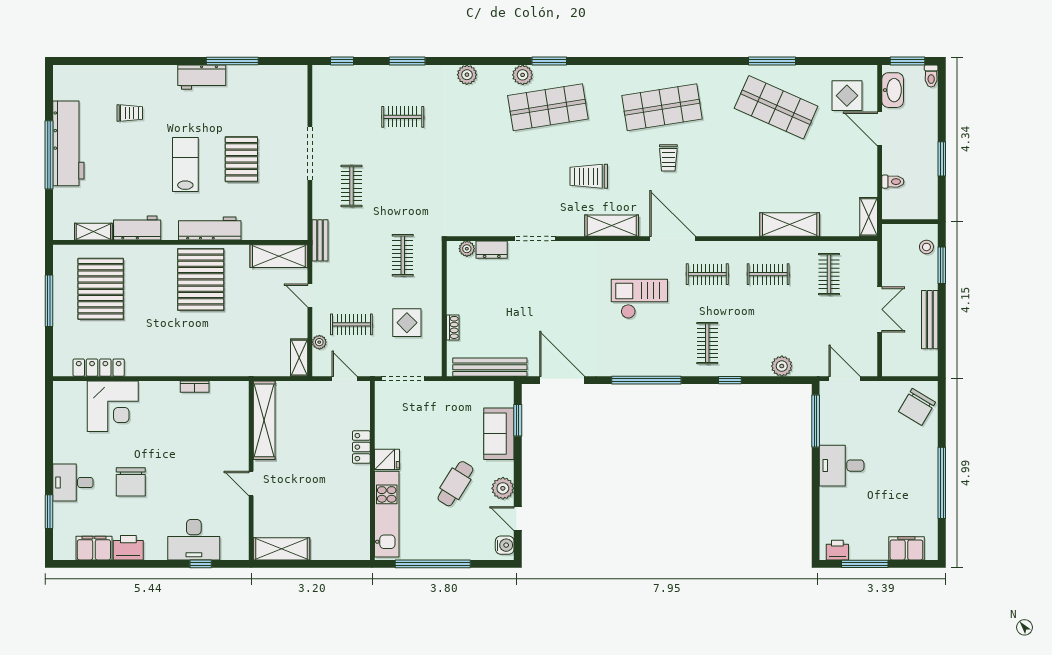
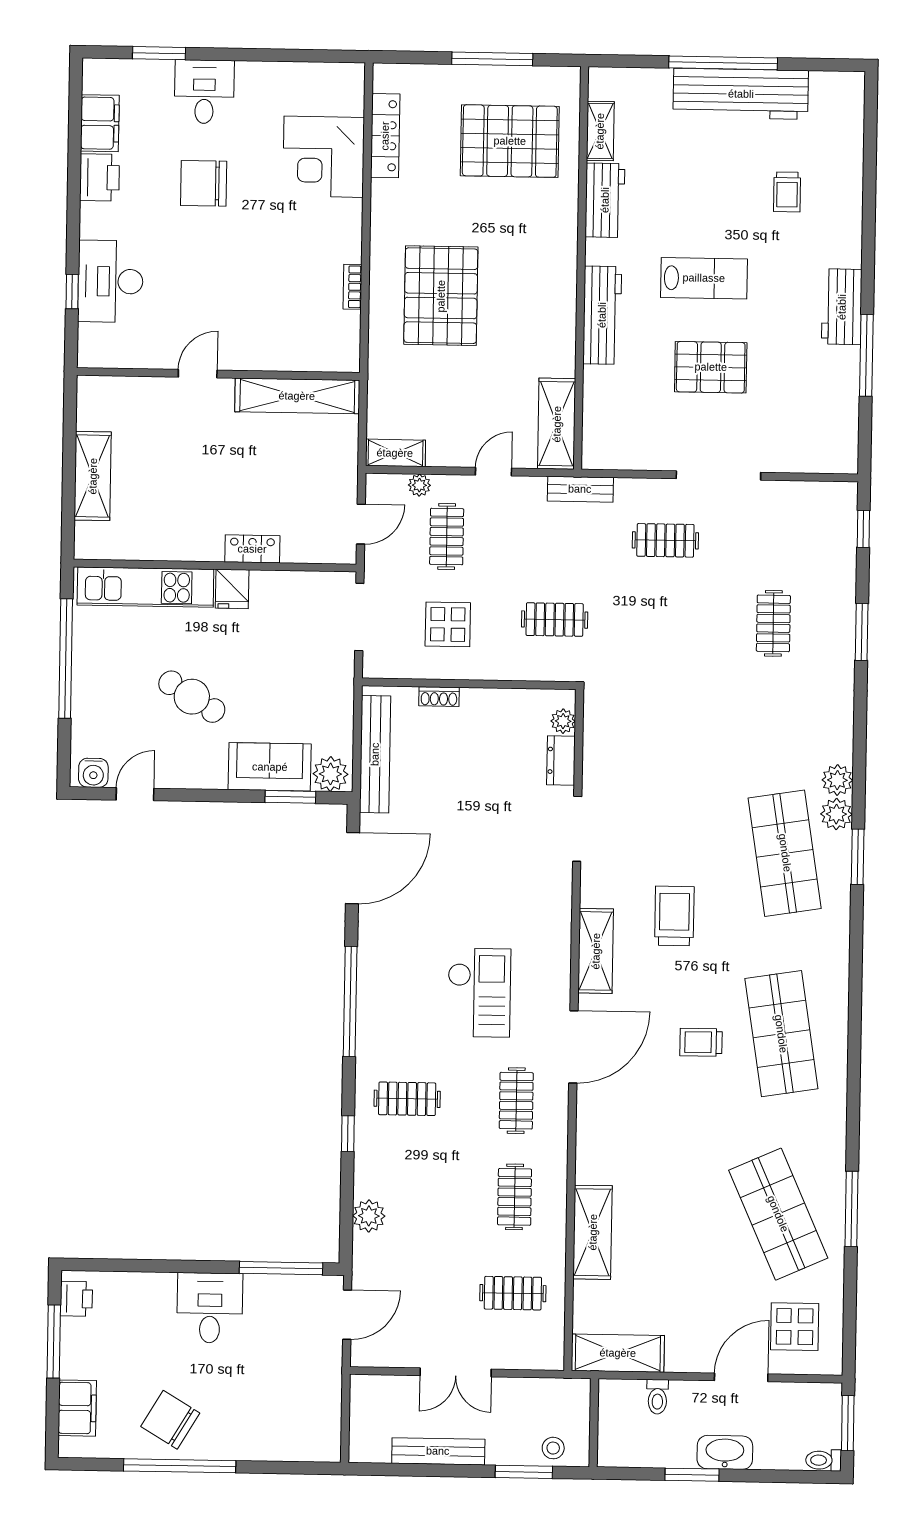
plant: (467, 75) -> (837, 780), moved
washbasin: (893, 90) -> (725, 1452), moved, turned 180
shop shelf: (776, 107) -> (778, 1214), turned -48
shelving: (869, 217) -> (618, 1353), width x1.50, depth x1.33
pallet: (201, 279) -> (441, 296), moved, turned 90
chair: (917, 407) -> (170, 1420), moved
plant: (503, 488) -> (330, 774), moved
shelving: (281, 549) -> (93, 476), moved

